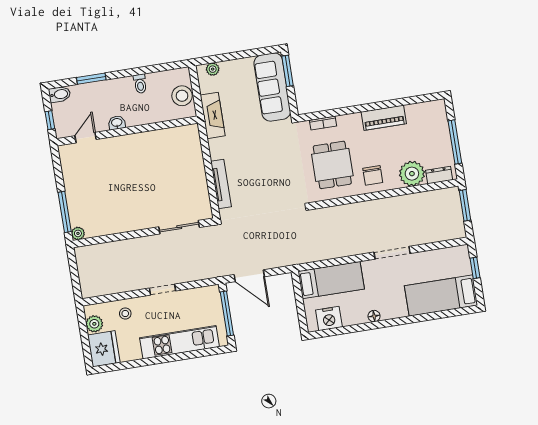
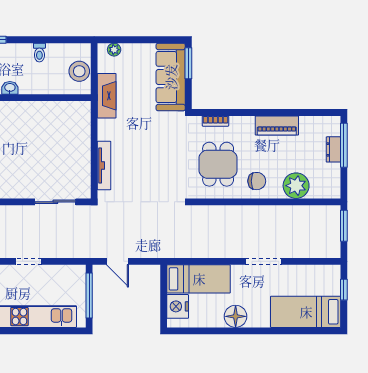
window: (455, 142) -> (344, 145), moved
chair: (373, 175) -> (257, 181), turned -90
dresser: (439, 175) -> (333, 149), moved, turned -90
door: (249, 276) -> (118, 261), width x0.73
floor lamp: (374, 316) -> (236, 316), width x1.89, depth x1.89
nightstand: (329, 318) -> (178, 306), moved, turned 90

